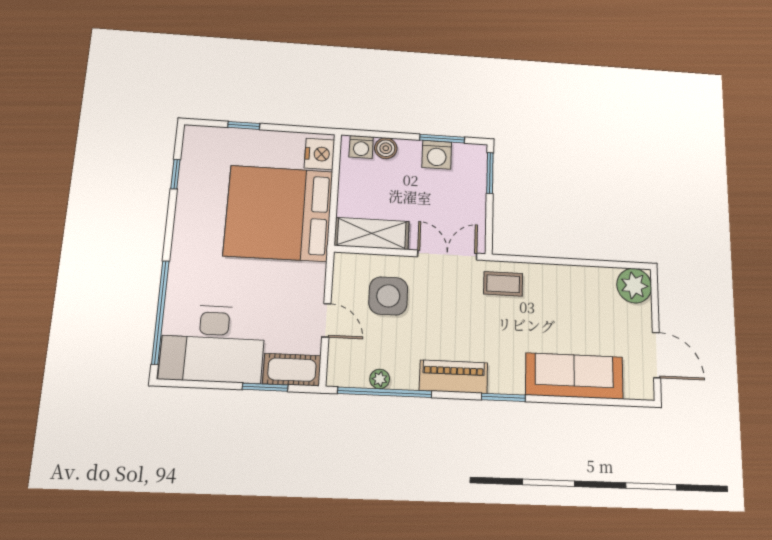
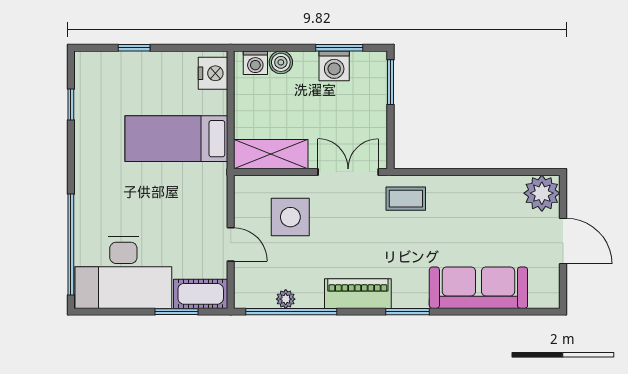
bed: (279, 213) -> (176, 139), width x0.49
door: (656, 355) -> (563, 241), moved

